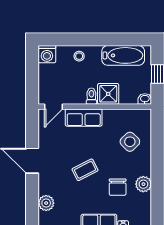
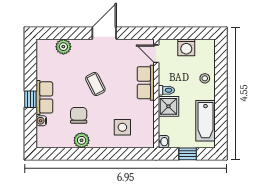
washing machine: (47, 54) -> (186, 47), moved, turned -90
side table: (130, 142) -> (122, 127), turned 45
chair: (118, 187) -> (79, 115), turned 90

